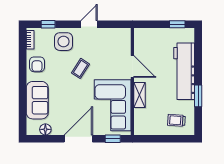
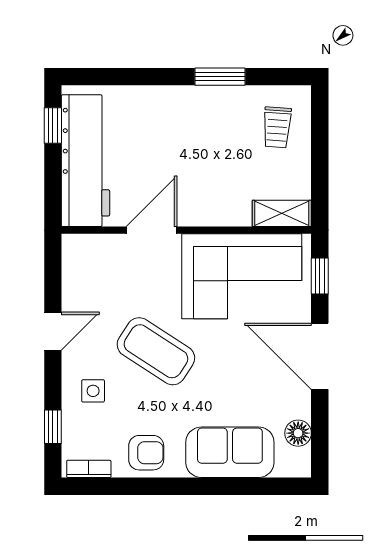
door: (89, 24) -> (53, 331), swing flipped
side table: (64, 42) -> (93, 391), width x0.54, depth x0.54
coffee table: (80, 68) -> (156, 351), width x1.86, depth x1.72
workbench: (184, 71) -> (85, 161), moved, turned -90
shelving: (140, 95) -> (282, 213), moved

